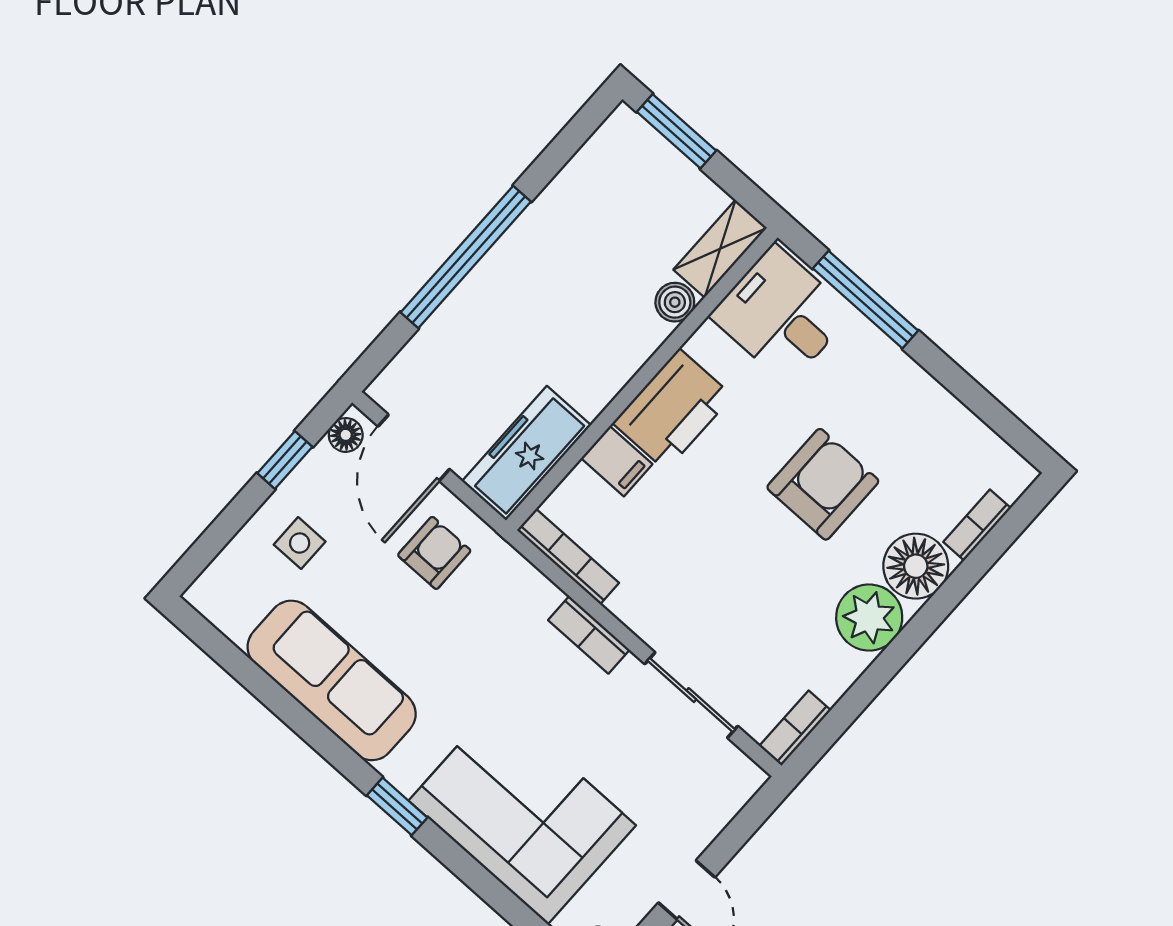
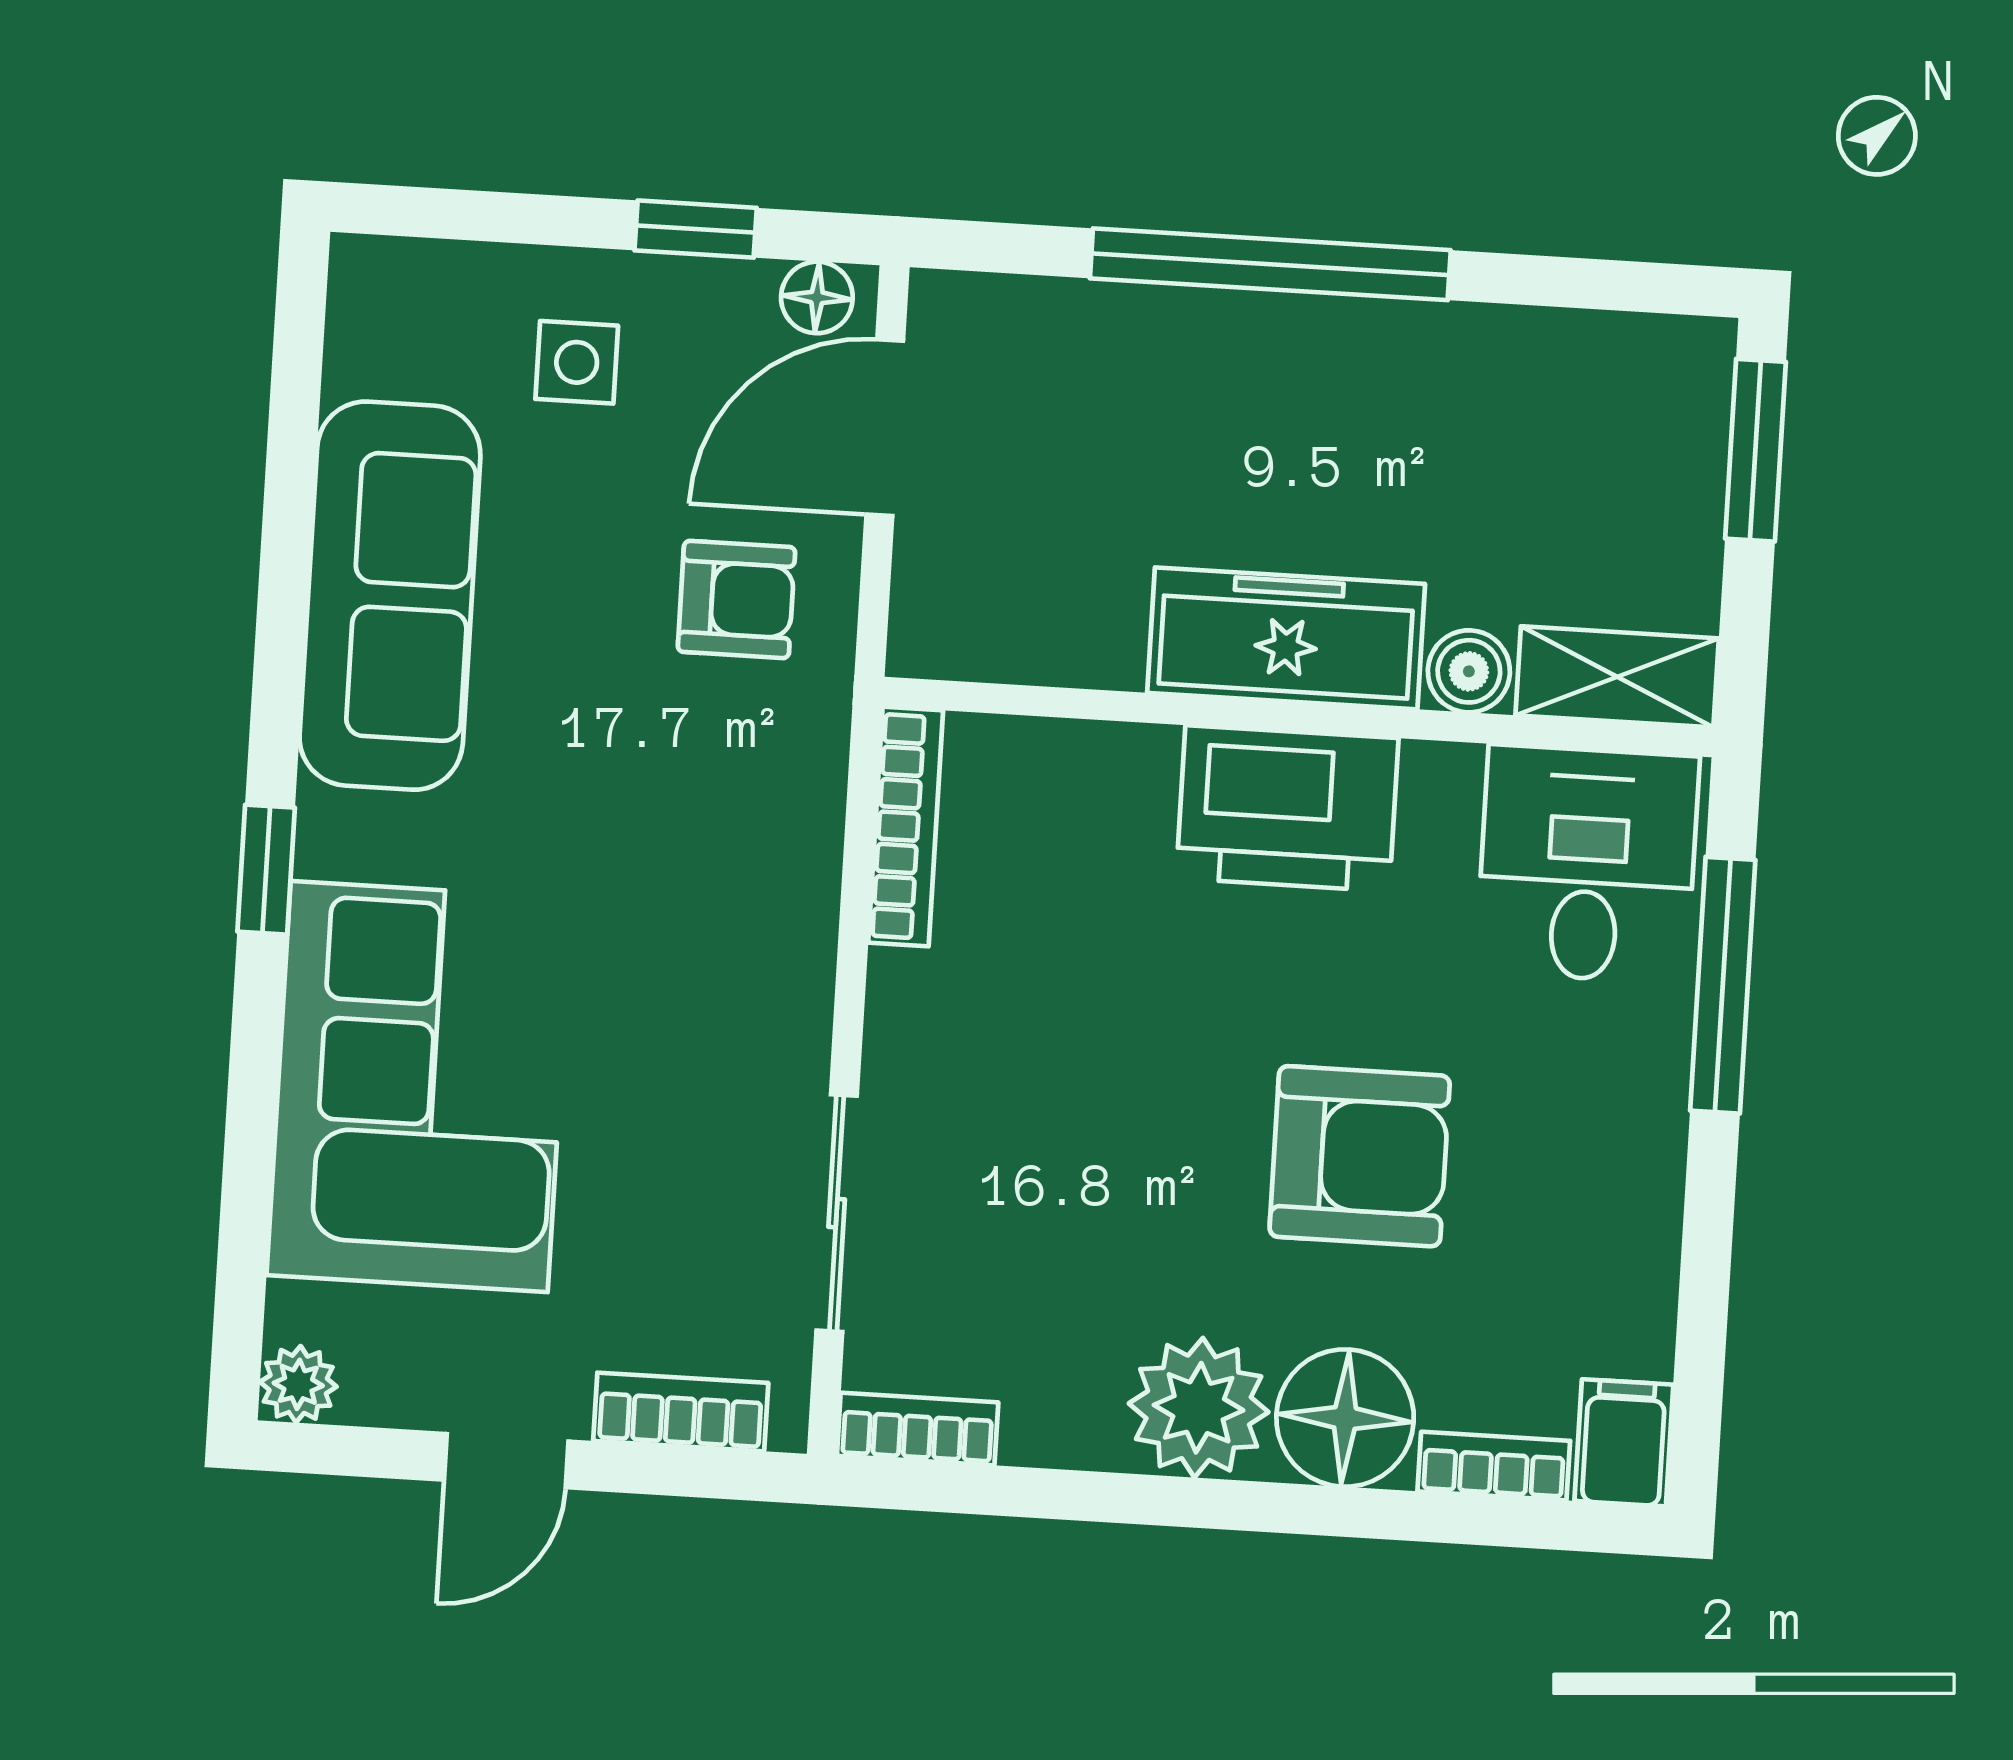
freezer: (527, 453) -> (1286, 638), moved
filing cabinet: (617, 461) -> (1624, 1443), moved, turned 180
bookcase: (589, 635) -> (681, 1412), moved, turned 90

